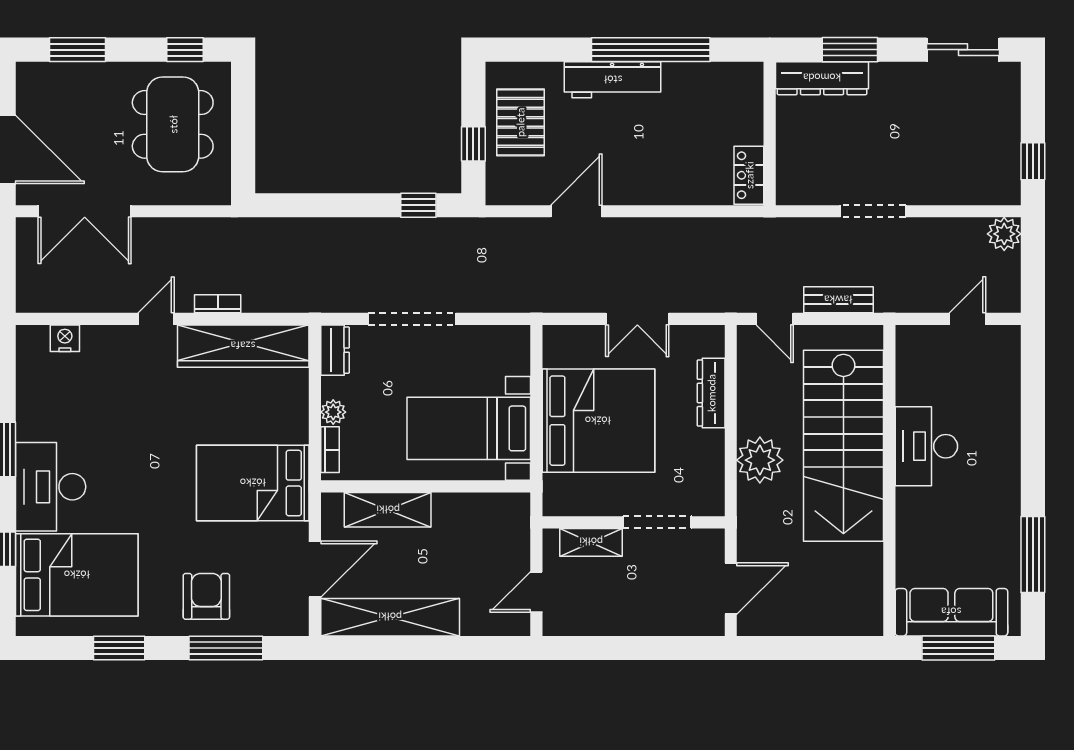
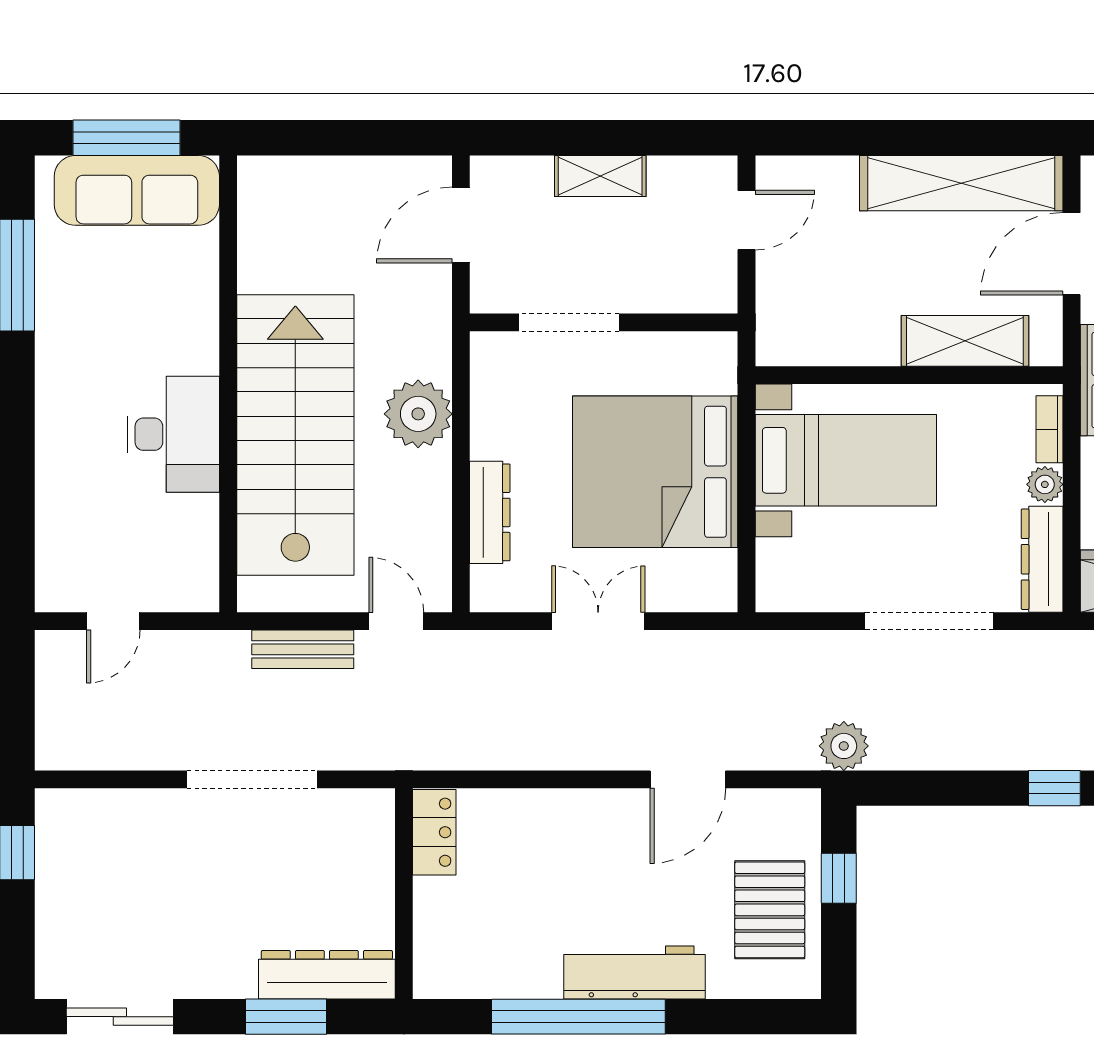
window: (418, 205) -> (1054, 788), moved
doorway: (873, 211) -> (252, 779), width x1.36
plant: (1004, 234) -> (844, 746), moved
dresser: (335, 350) -> (1042, 559), width x1.44
shelving: (591, 542) -> (600, 176), moved

